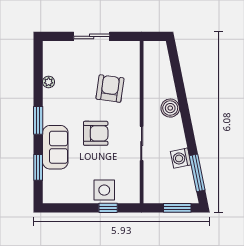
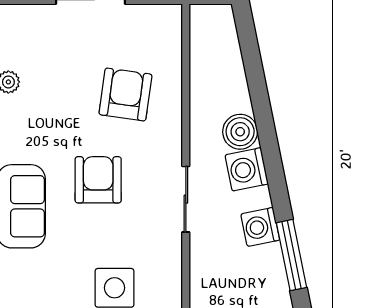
washing machine: (174, 128) -> (247, 169), added
armchair: (96, 133) -> (98, 180), turned -90

